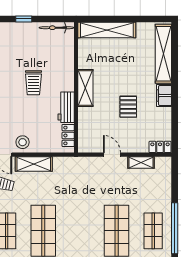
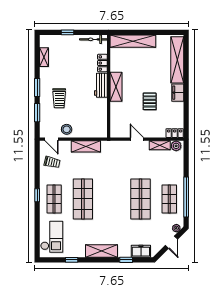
trolley: (33, 83) -> (59, 98), moved
workbench: (66, 107) -> (101, 85), moved
locker: (68, 135) -> (102, 63), moved
plant: (162, 163) -> (176, 146), added
shelving: (34, 164) -> (86, 146), moved

